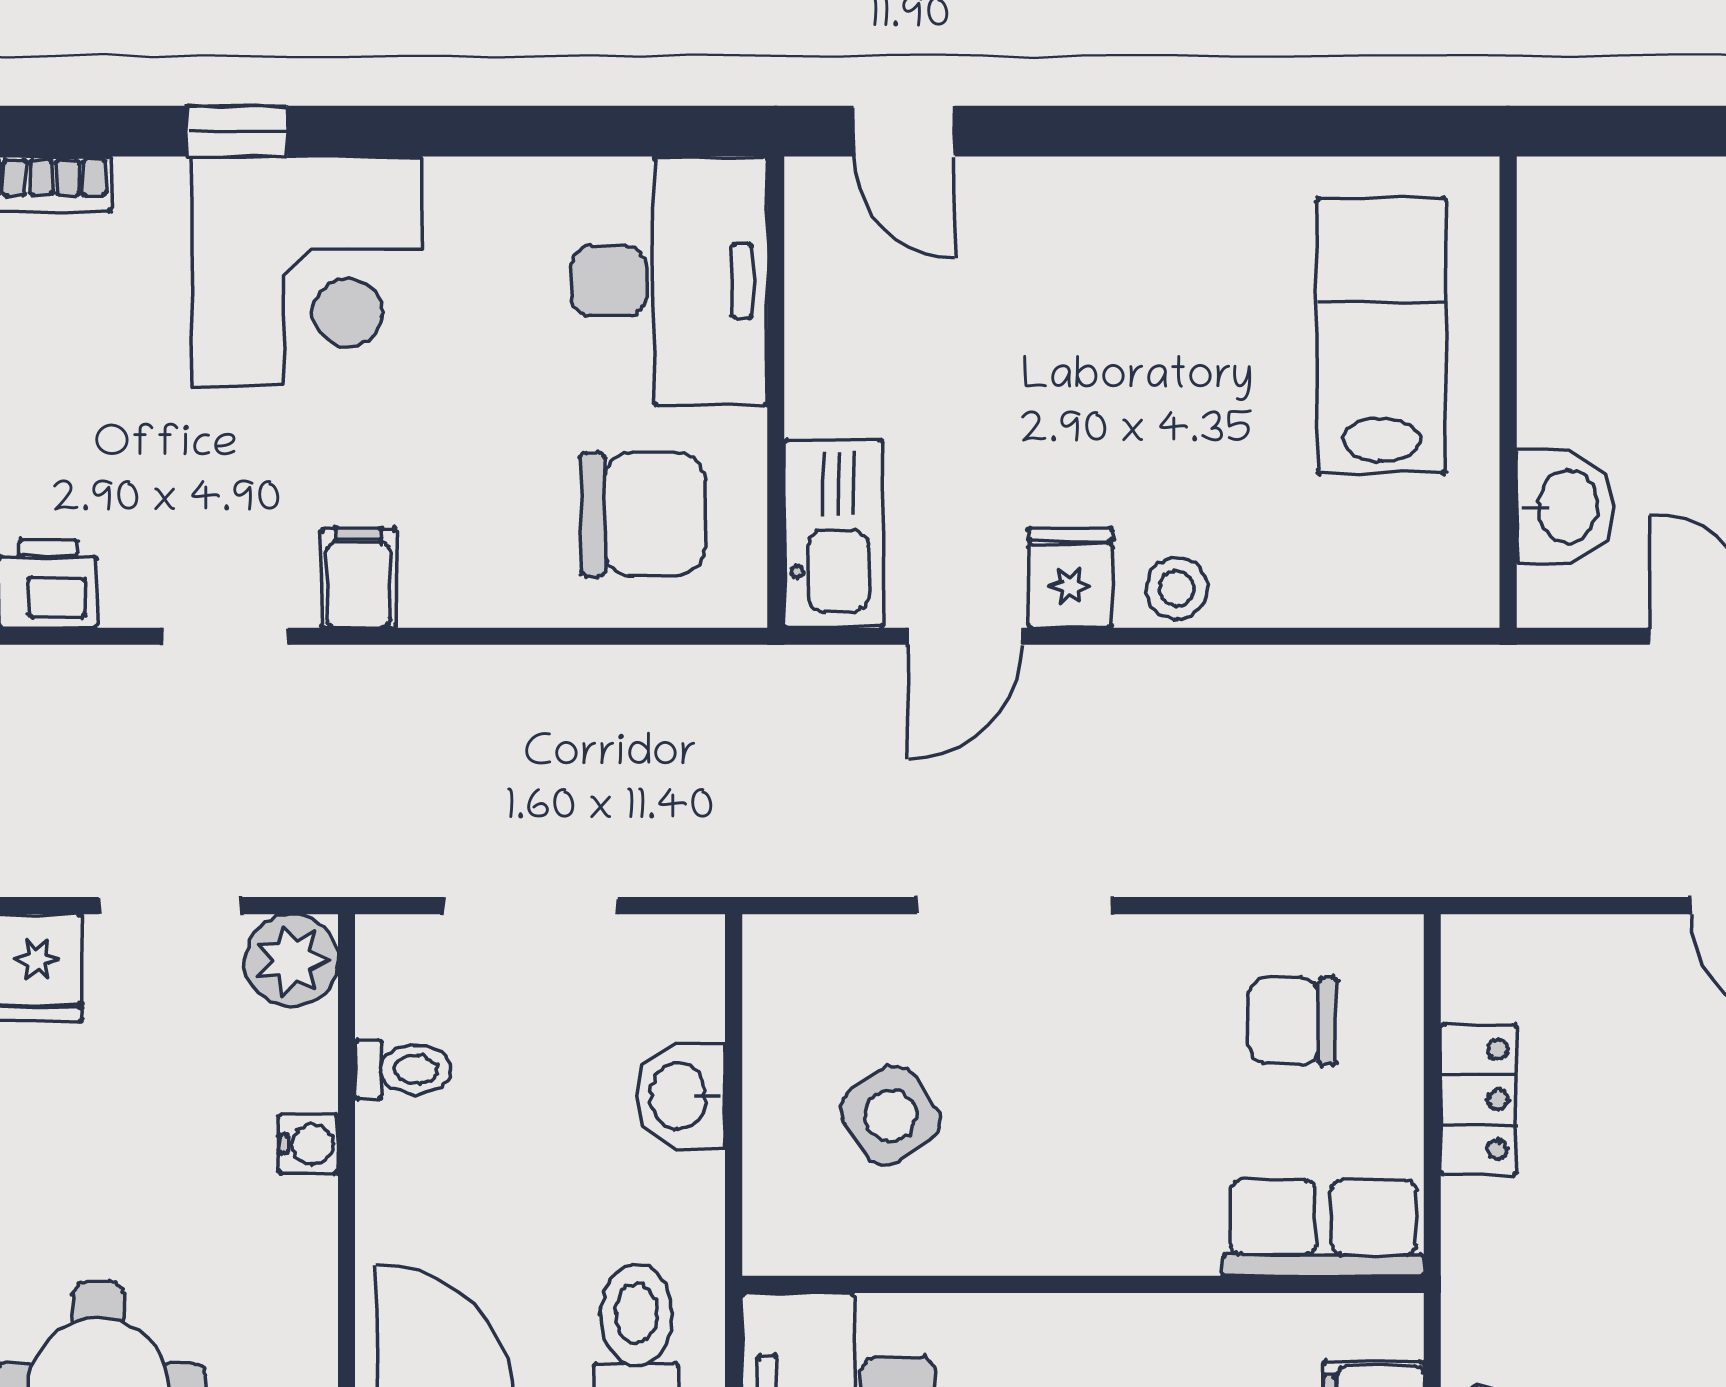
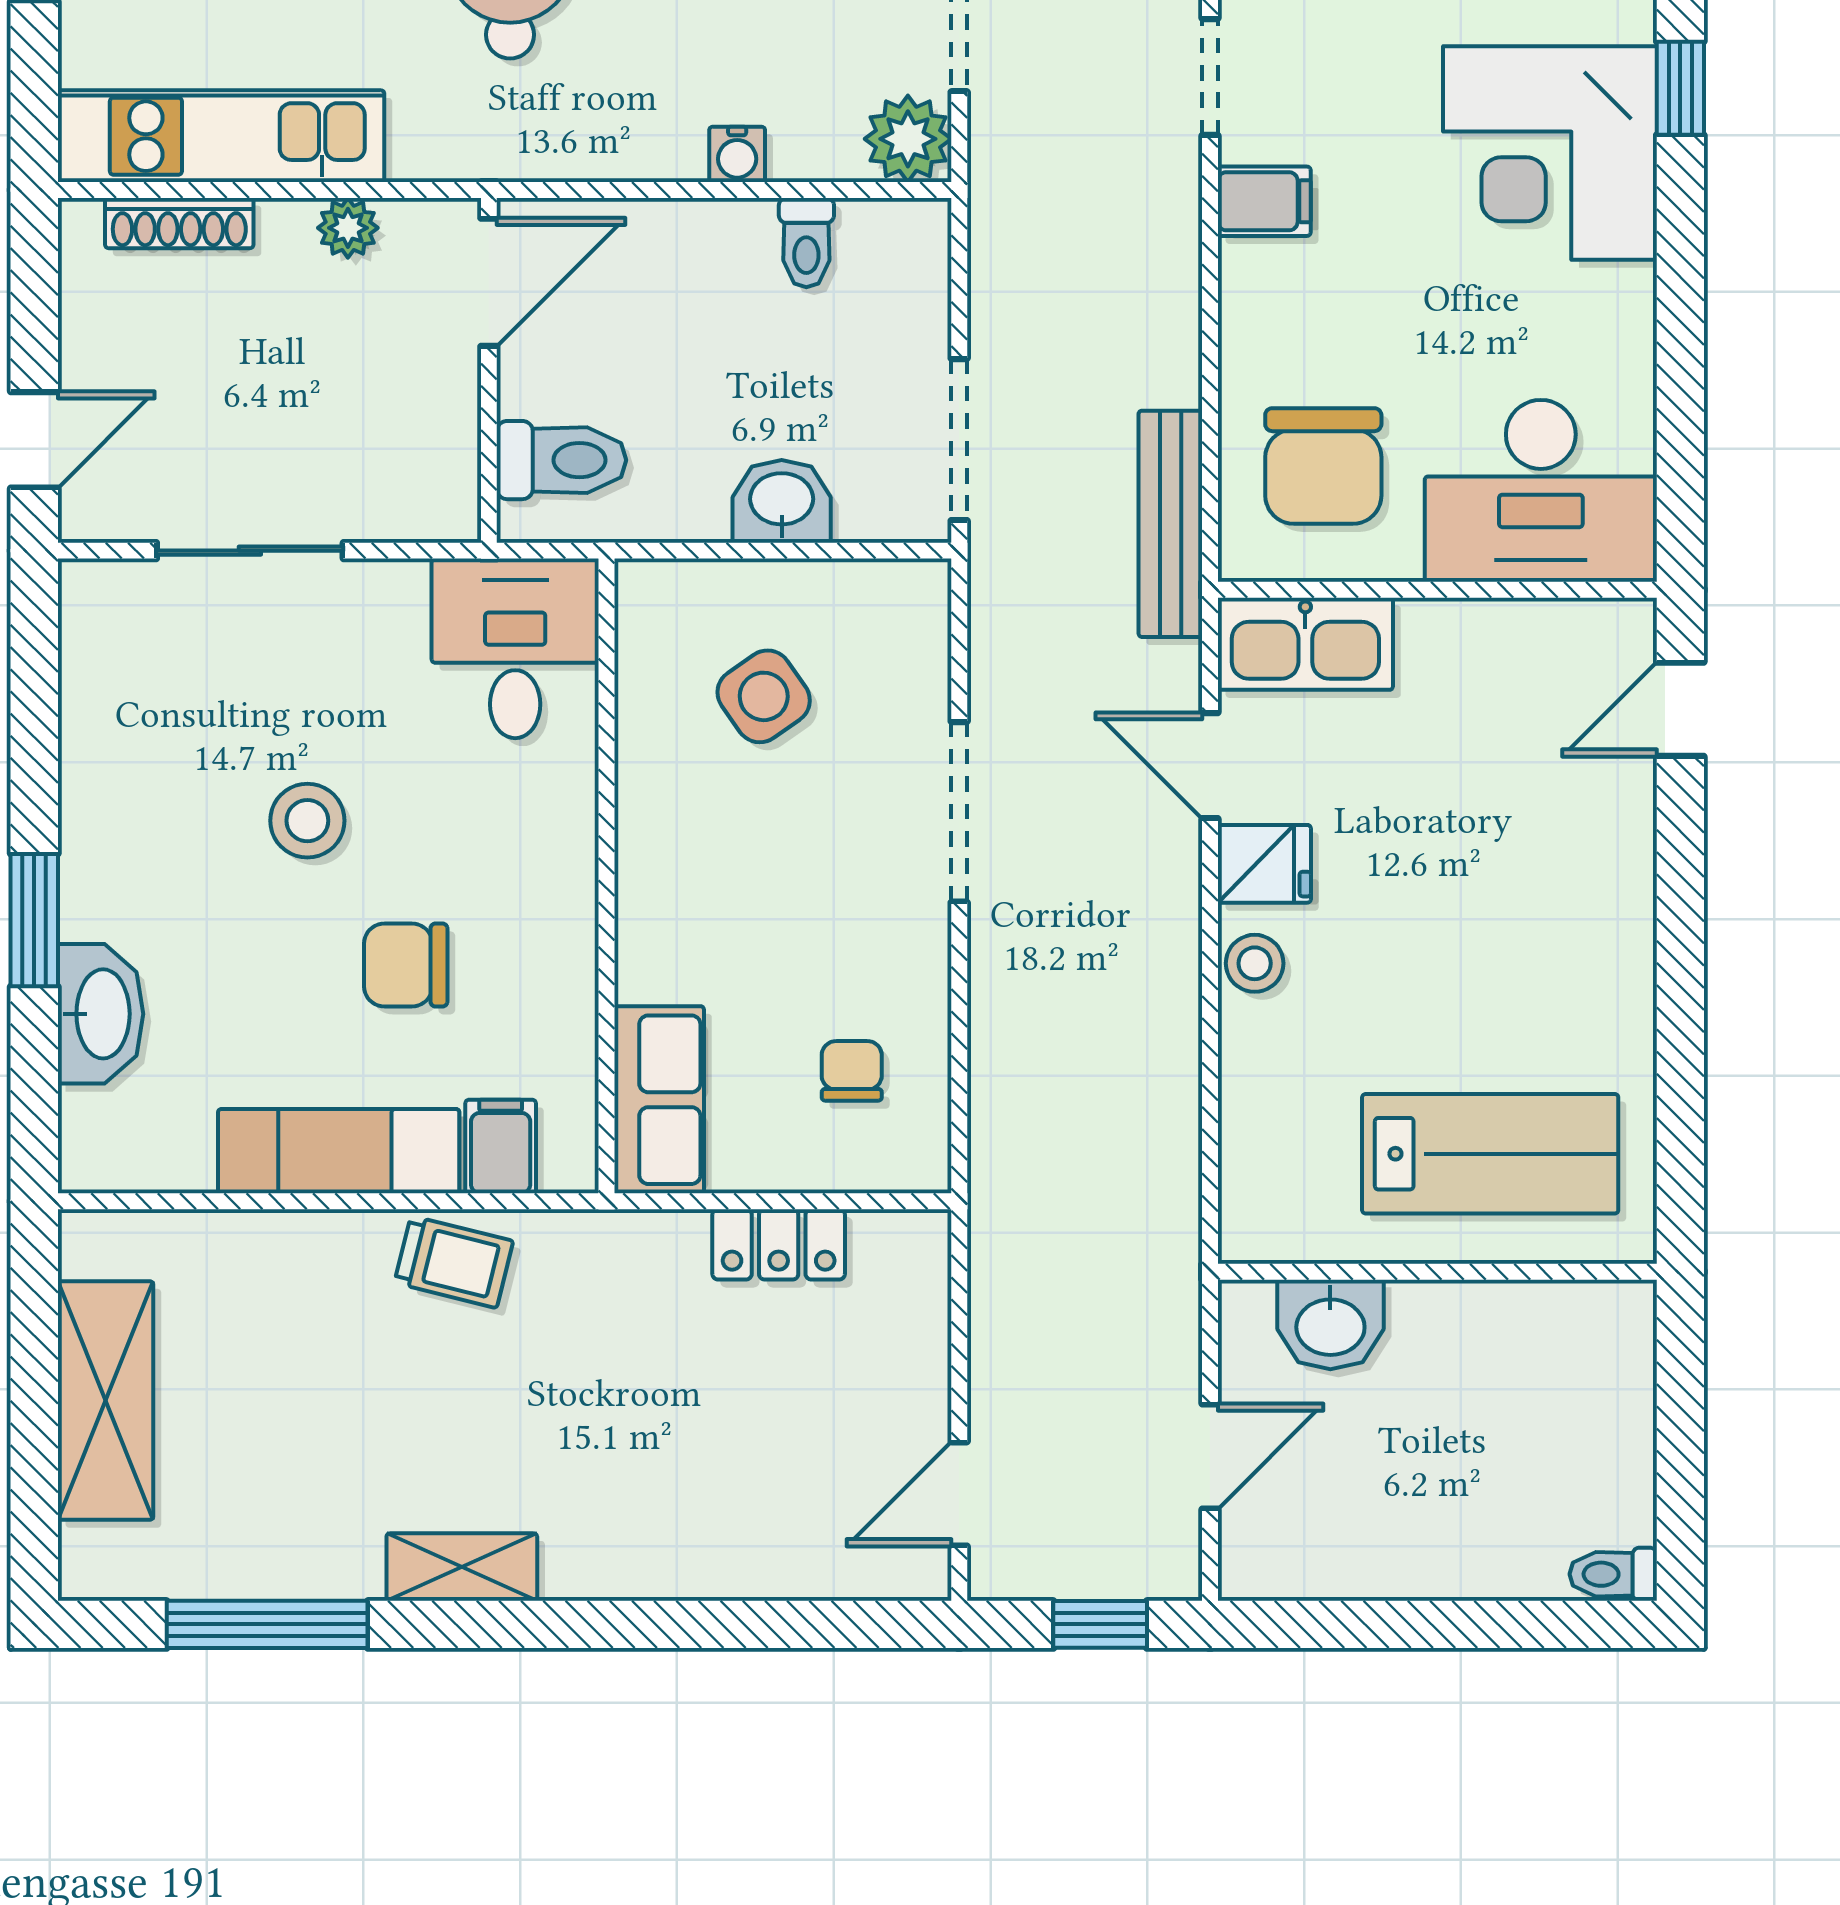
bench: (705, 679) -> (1170, 524), added
doorway: (531, 906) -> (959, 440), moved
chair: (1292, 1021) -> (852, 1071), width x0.73, depth x0.73

